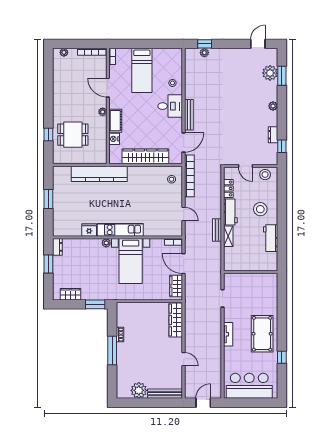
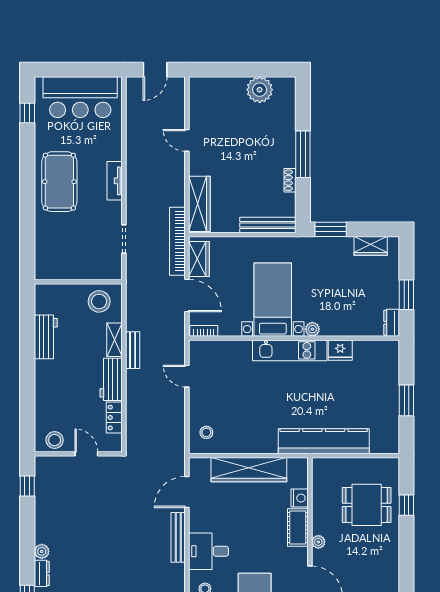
dresser: (273, 135) -> (42, 573), moved
bookcase: (189, 176) -> (177, 241), moved
stool: (260, 209) -> (99, 301), moved
window: (282, 357) -> (27, 113), moved
bench: (165, 394) -> (268, 225), moved

